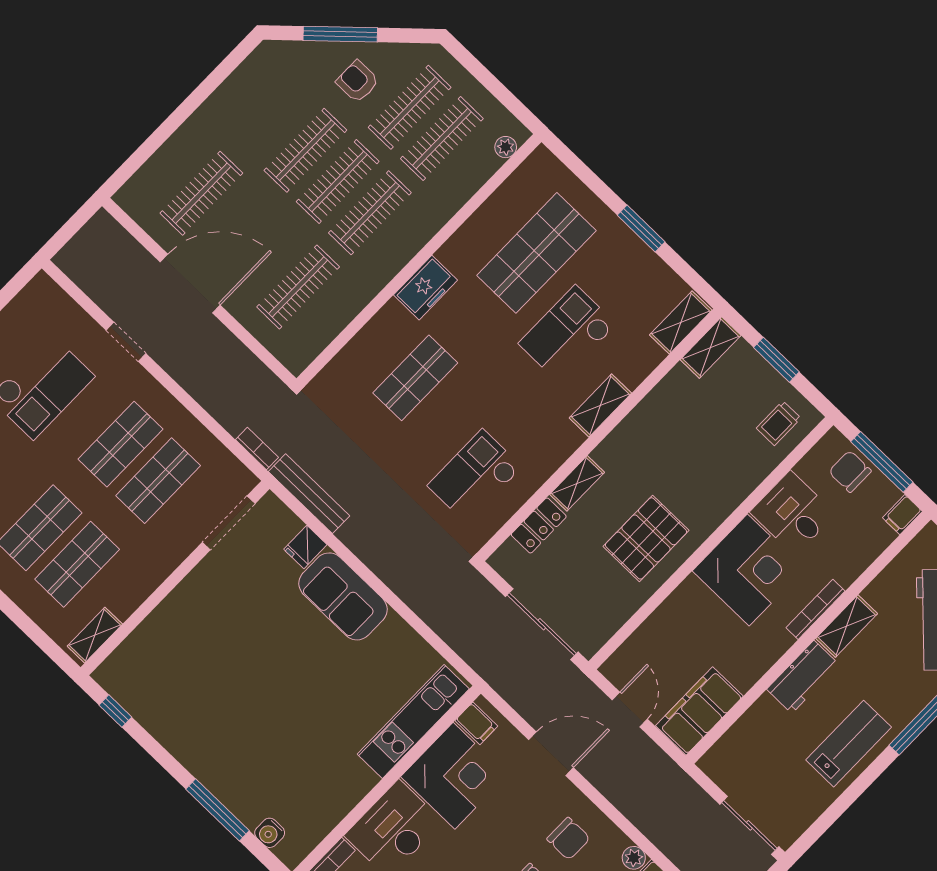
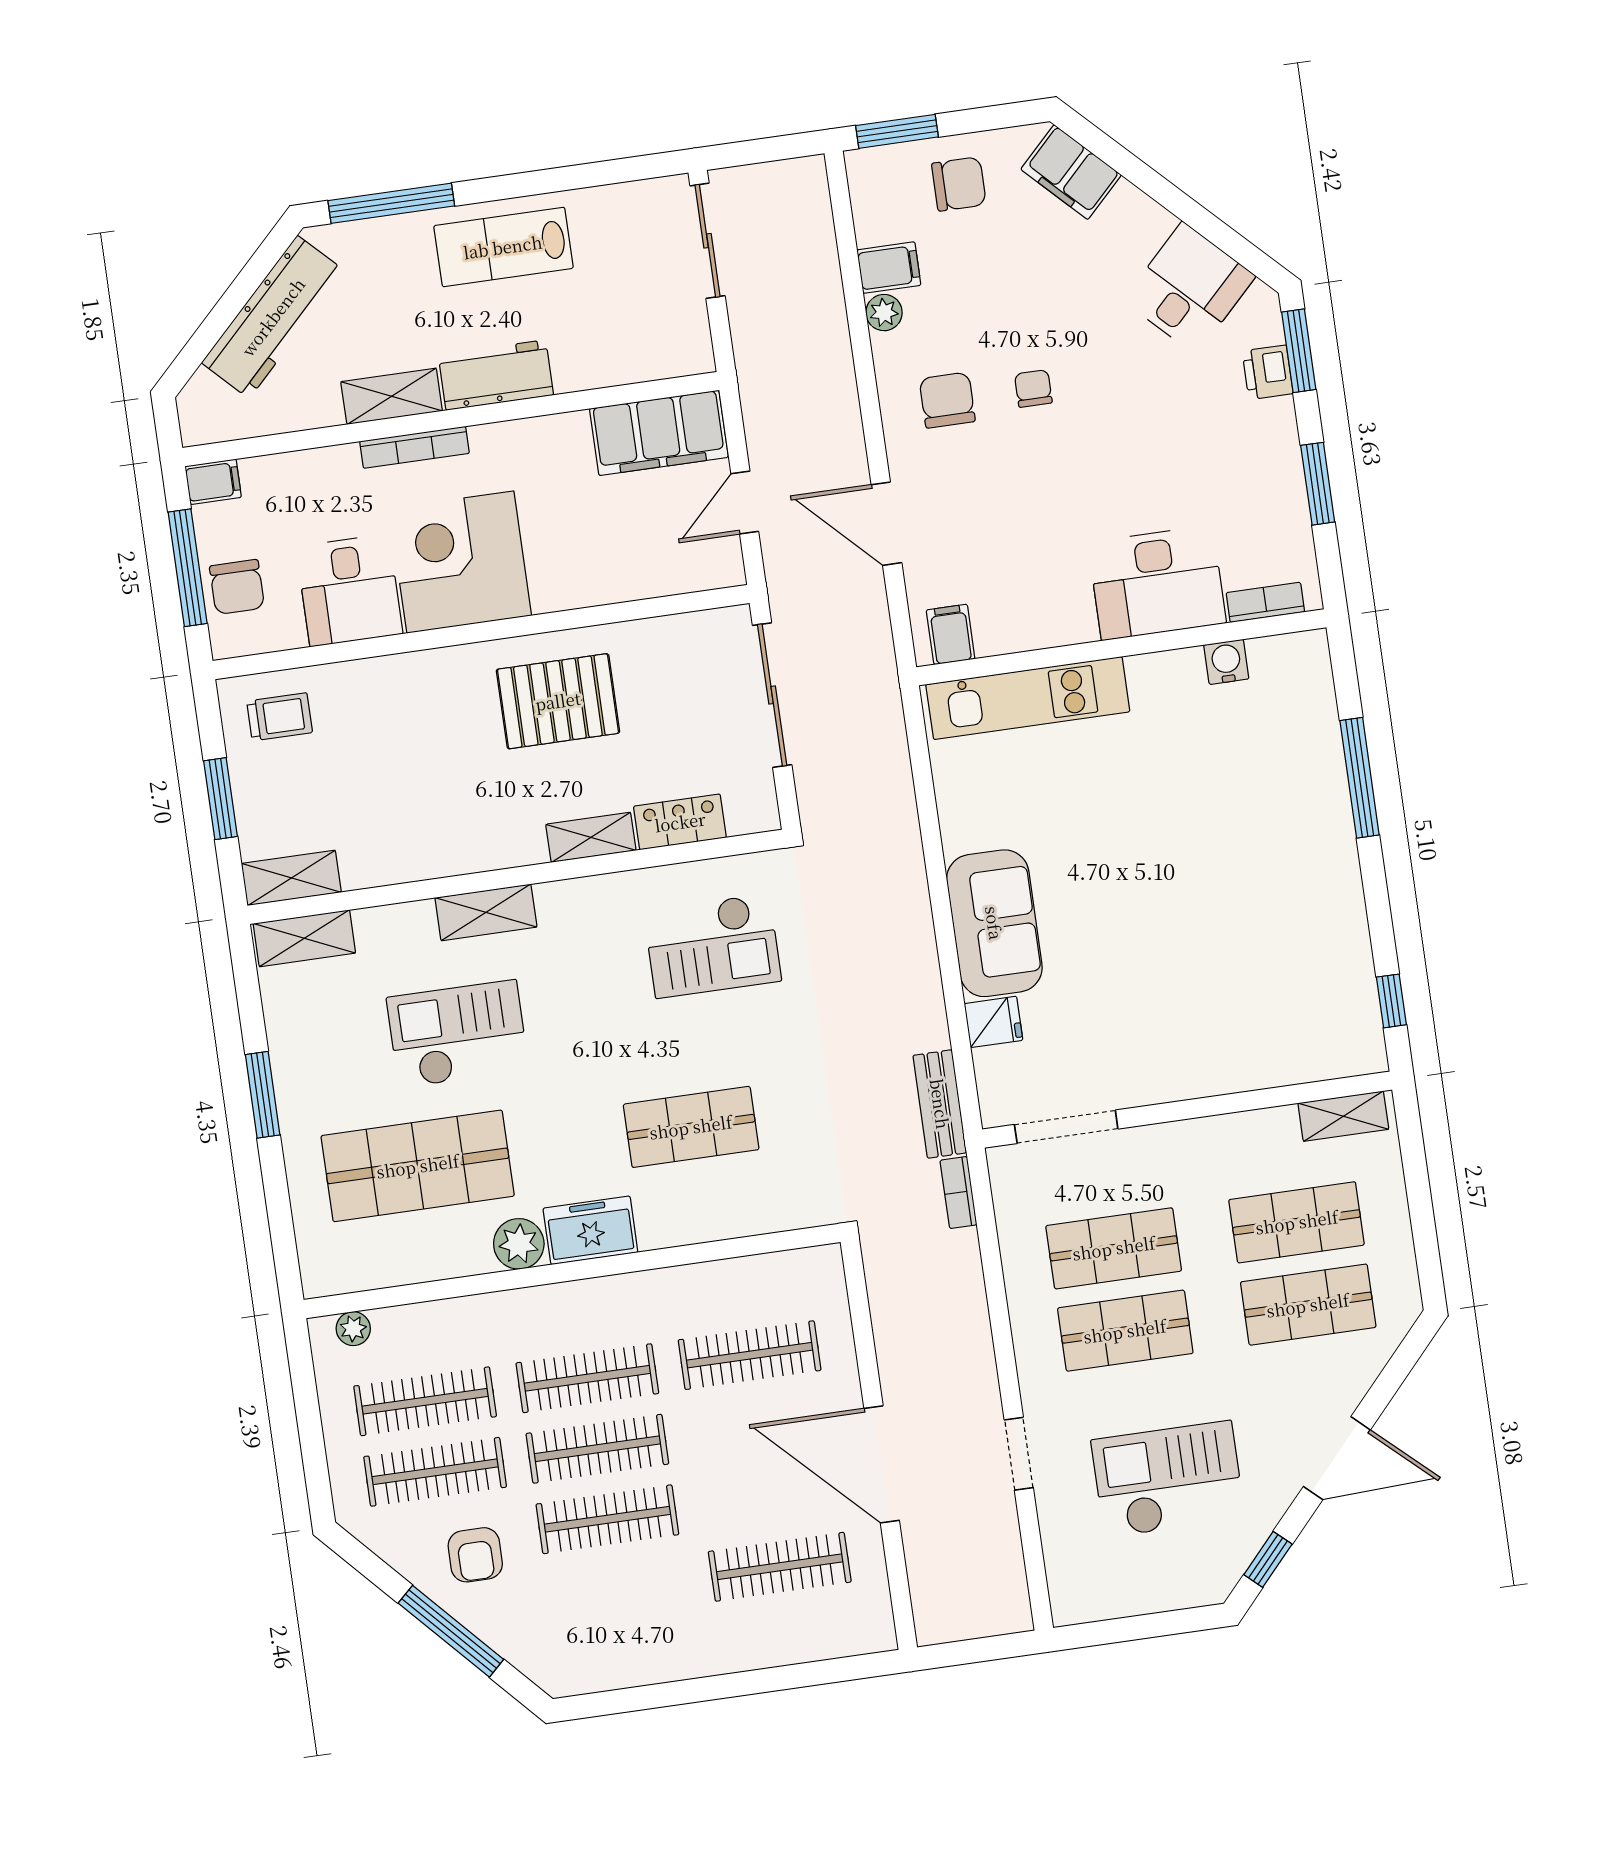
plant: (456, 253) -> (519, 1244), added
checkout: (567, 334) -> (458, 1034), turned 180
bench: (309, 494) -> (940, 1104), width x0.73
corner desk: (454, 776) -> (1030, 590), removed
water cooler: (270, 833) -> (1226, 662), moved, turned -90

